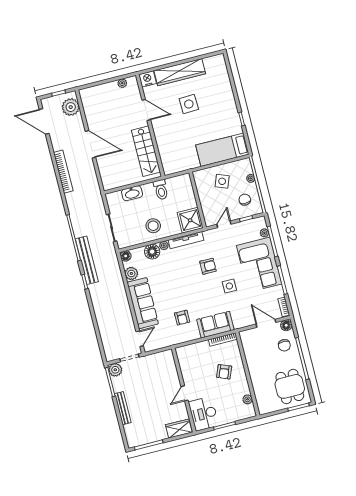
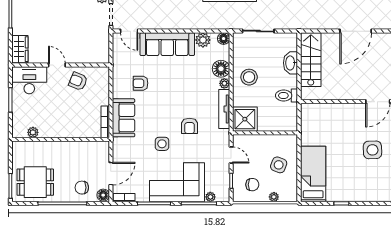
stairs: (146, 151) -> (311, 60), moved, turned 90
armchair: (224, 372) -> (78, 81), moved

